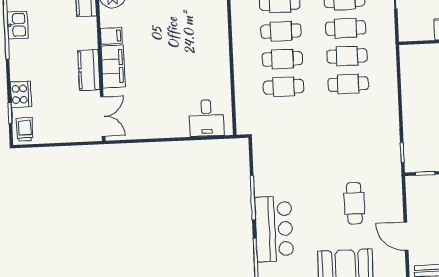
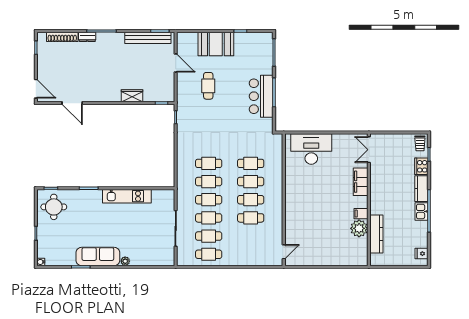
filing cabinet: (111, 36) -> (361, 214), moved
kitchen counter: (89, 70) -> (421, 189), moved, turned 180
desk: (206, 118) -> (311, 149), width x1.87, depth x1.30
bar counter: (274, 229) -> (261, 96), moved

